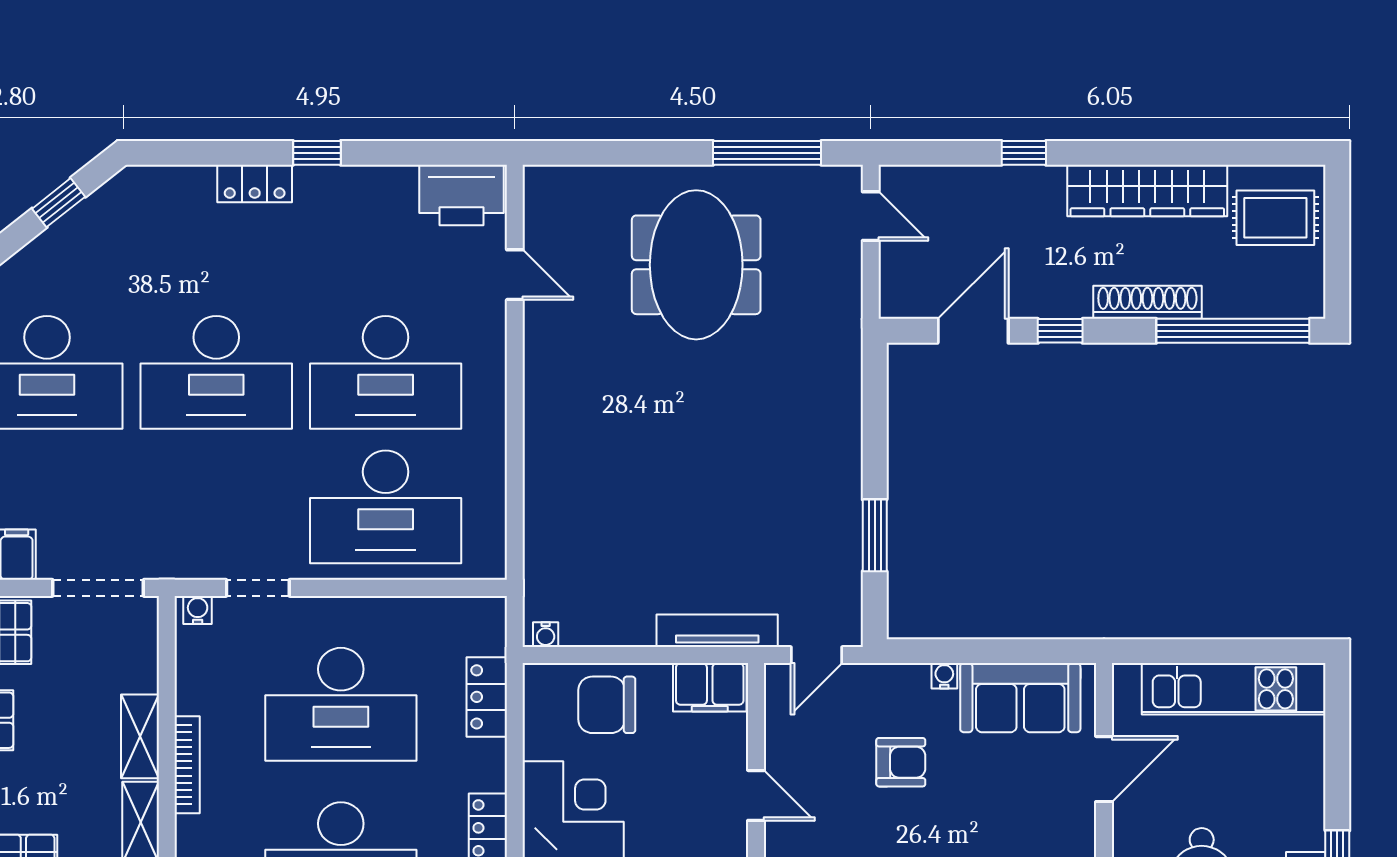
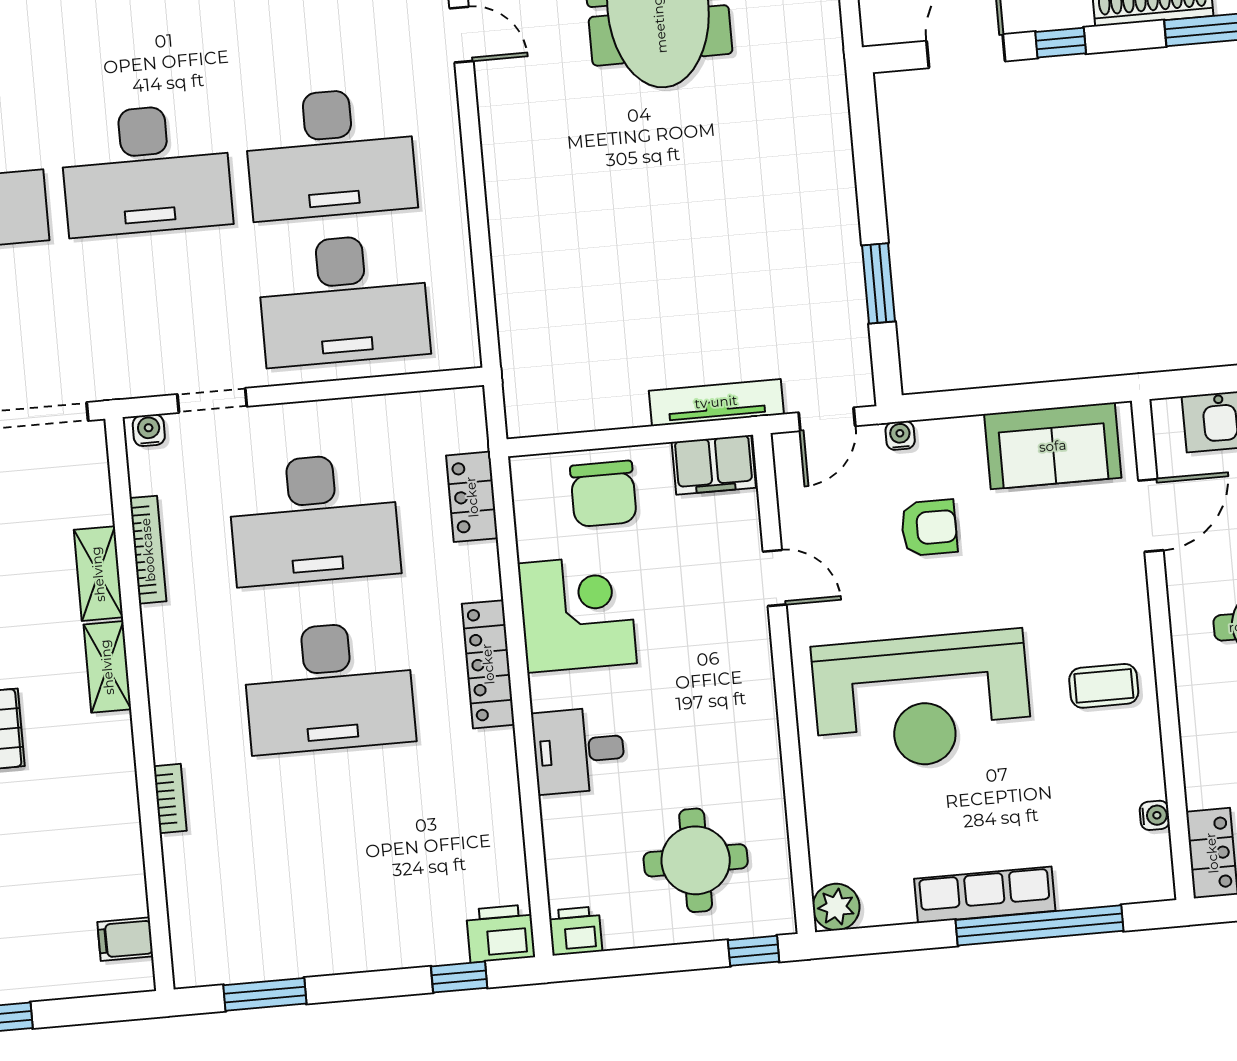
water cooler: (546, 635) -> (530, 423), removed
water cooler: (944, 676) -> (900, 435), moved
chair: (607, 705) -> (603, 494), turned -90
bookcase: (187, 765) -> (148, 550), moved

